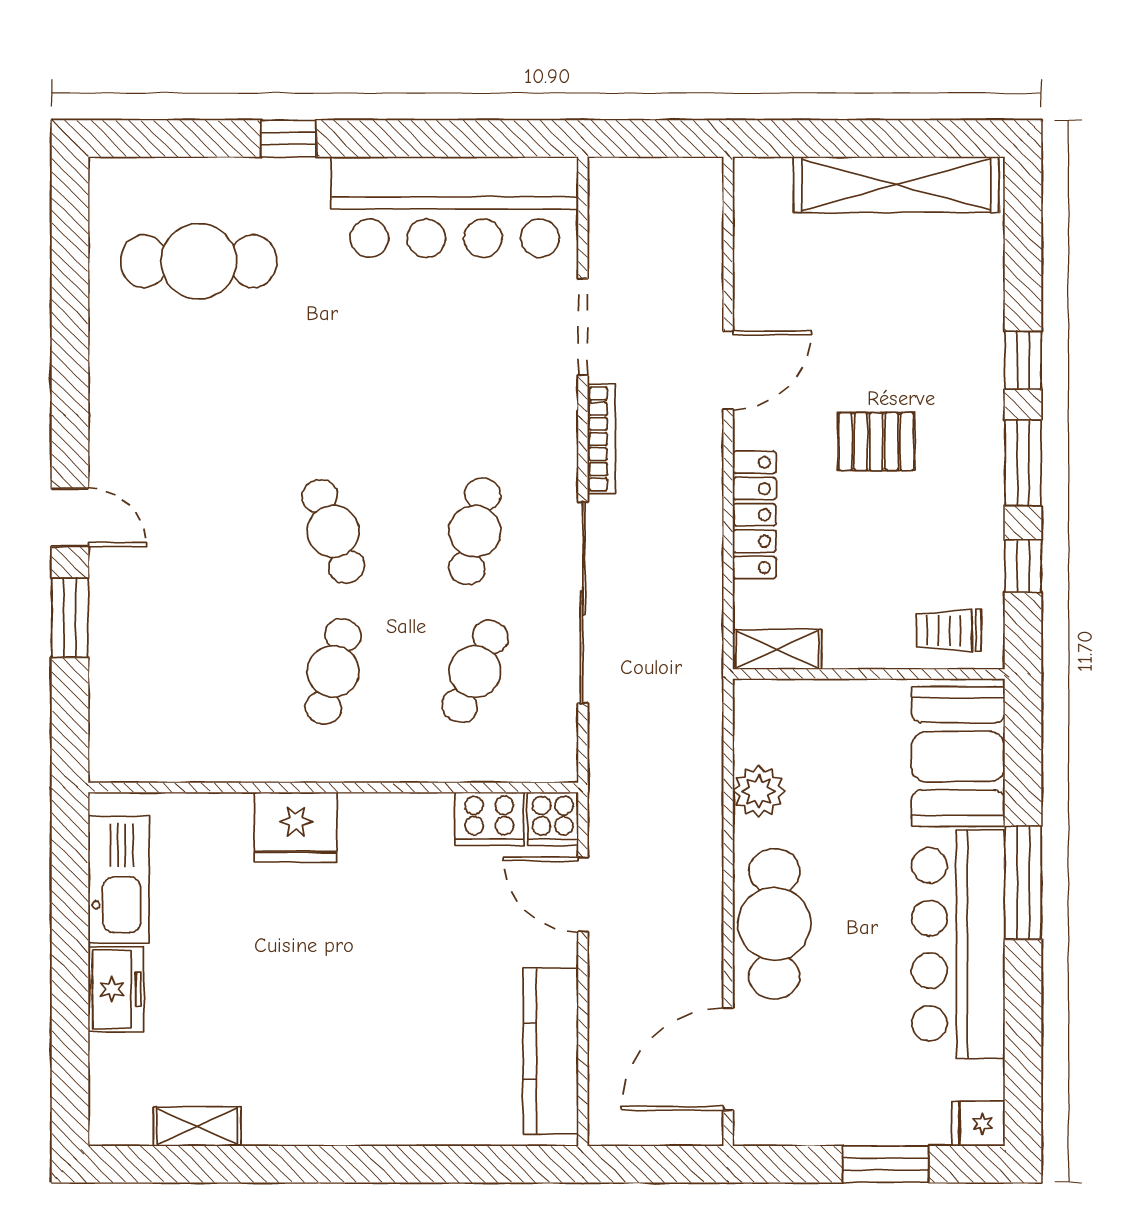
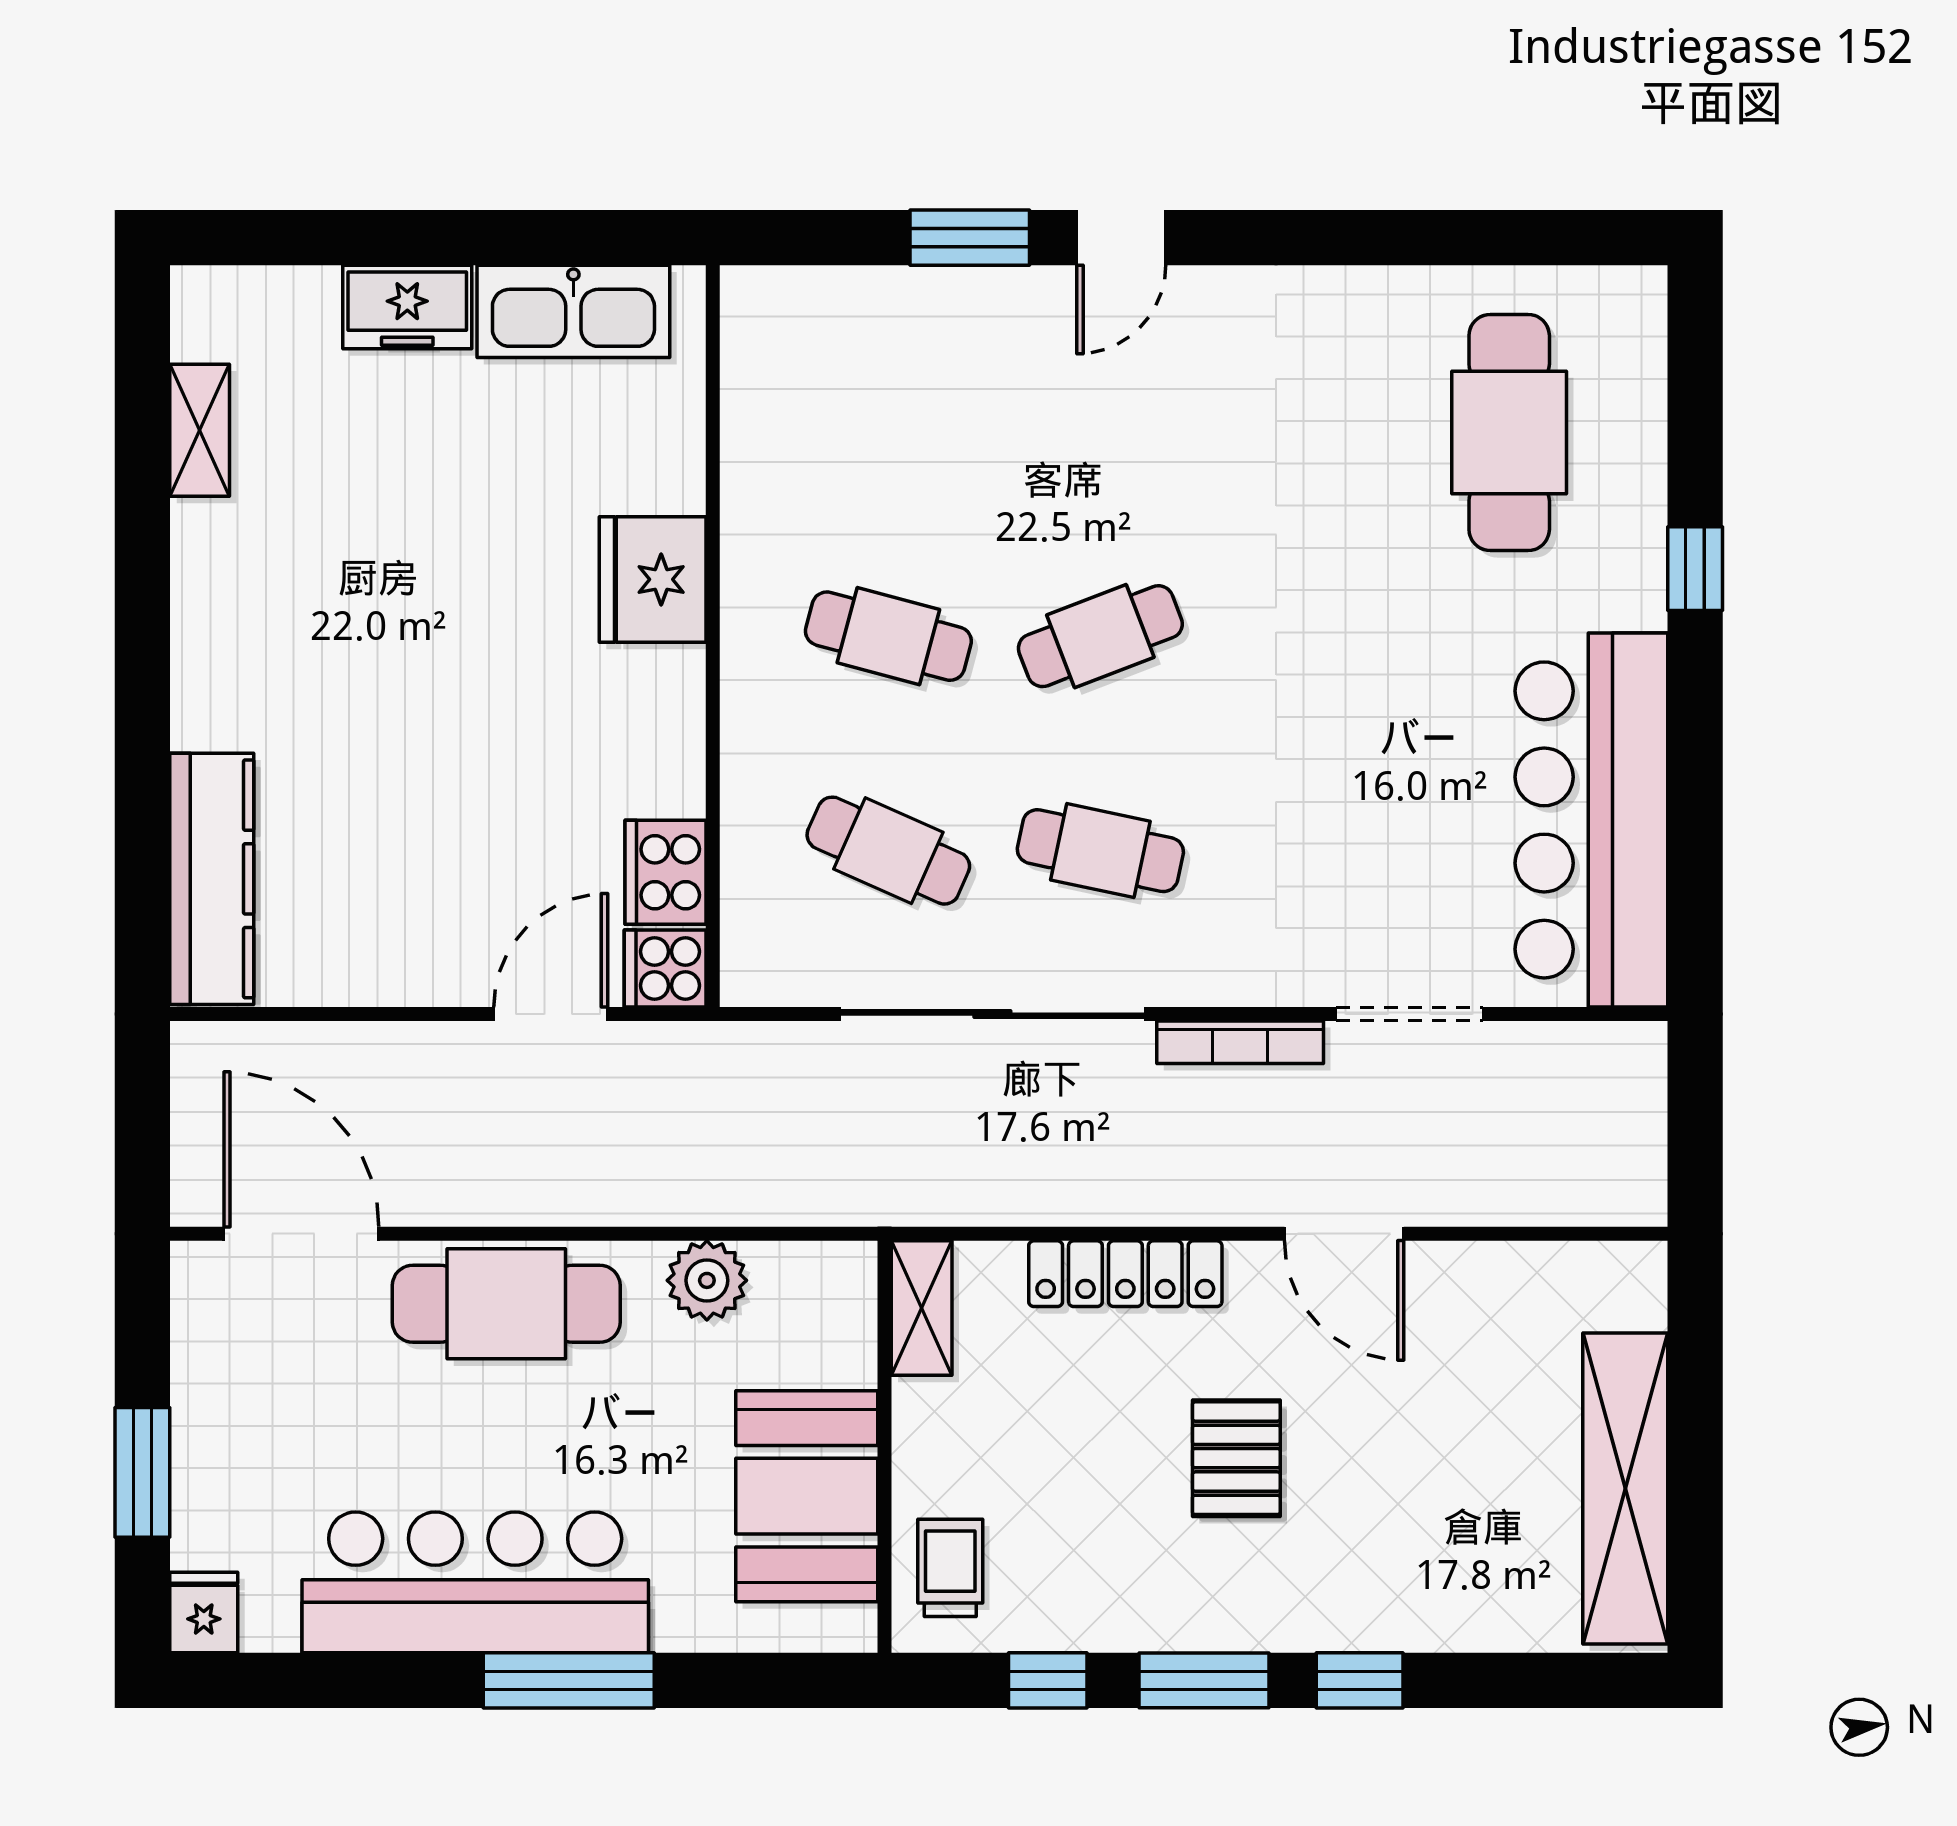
booth: (958, 757) -> (807, 1496), moved, turned 90
kitchen counter: (551, 1051) -> (212, 879), moved, turned 90

